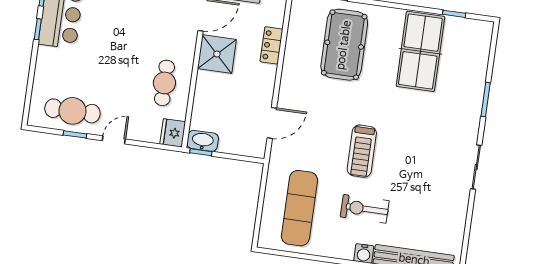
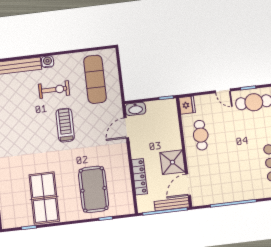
locker: (271, 45) -> (139, 177), width x1.53
door: (114, 140) -> (223, 91), hinge flipped
washbasin: (203, 141) -> (135, 109), moved

